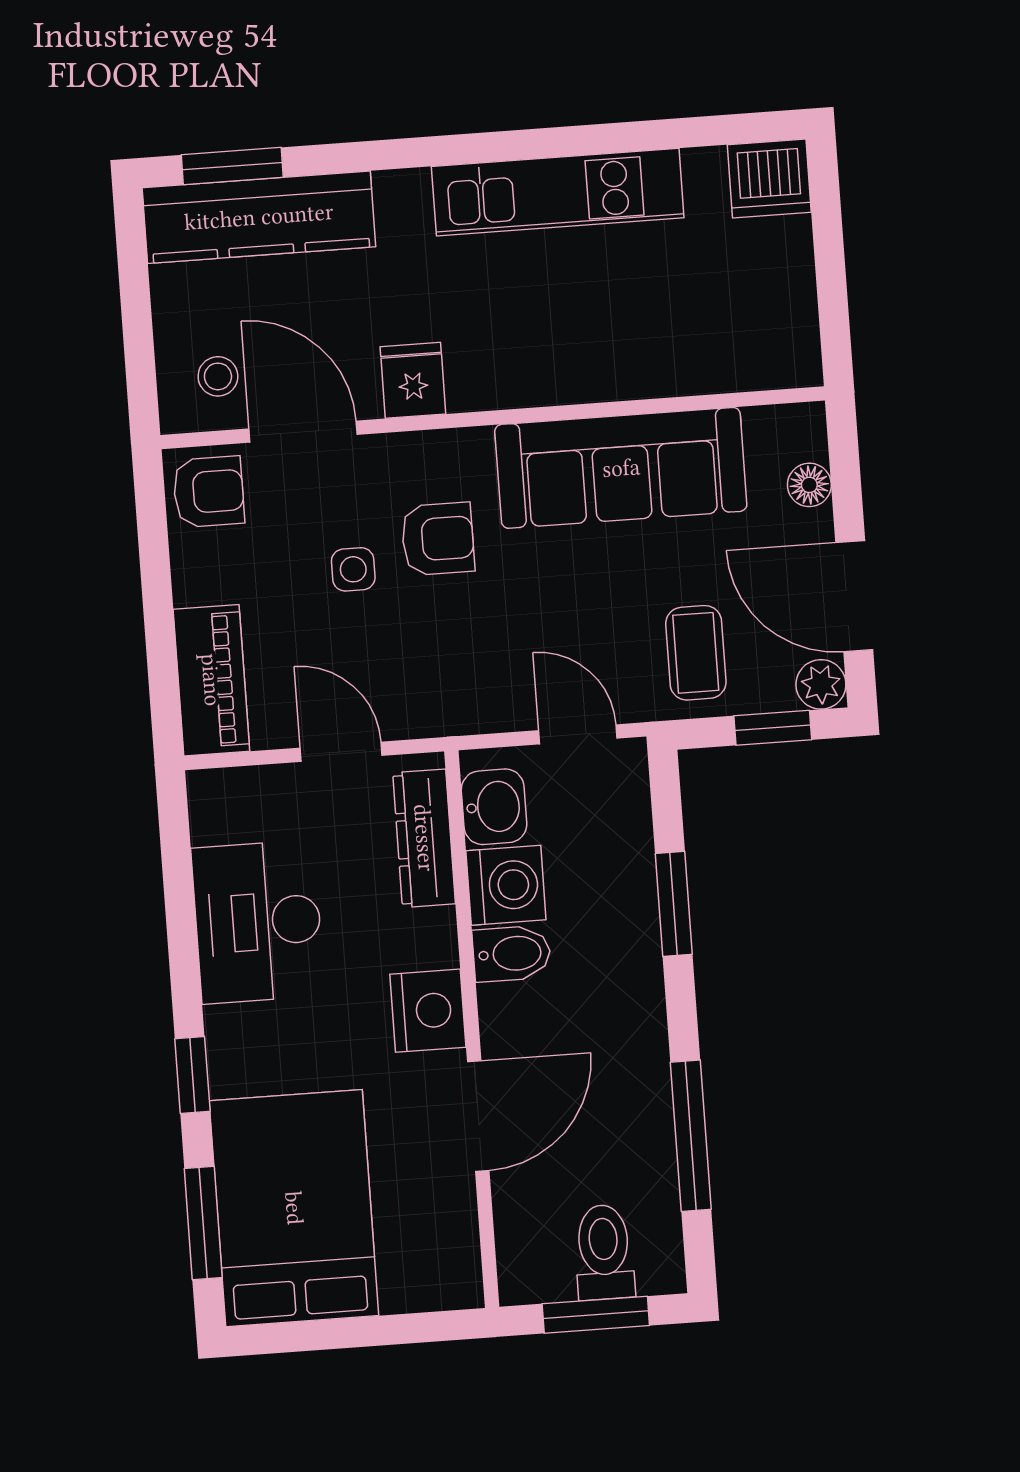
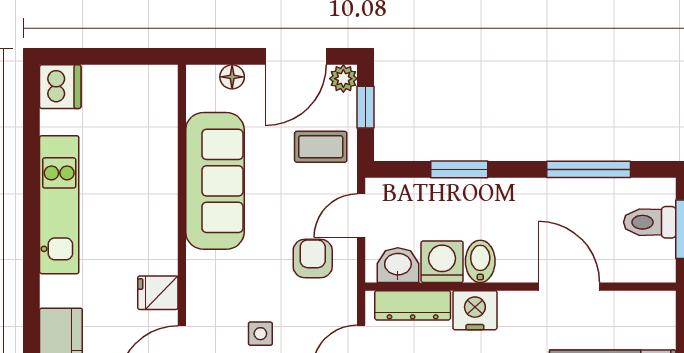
armchair: (438, 539) -> (313, 258), moved
nightstand: (428, 1011) -> (475, 310), moved

